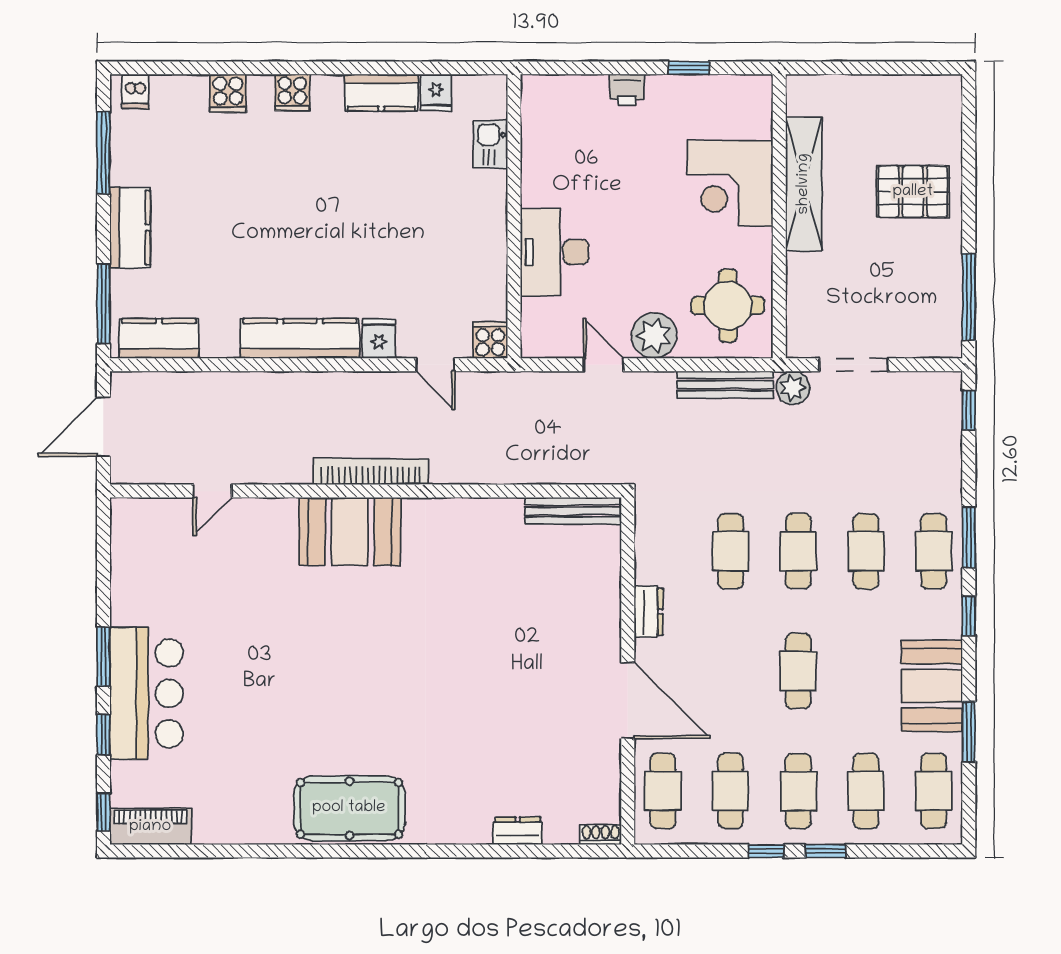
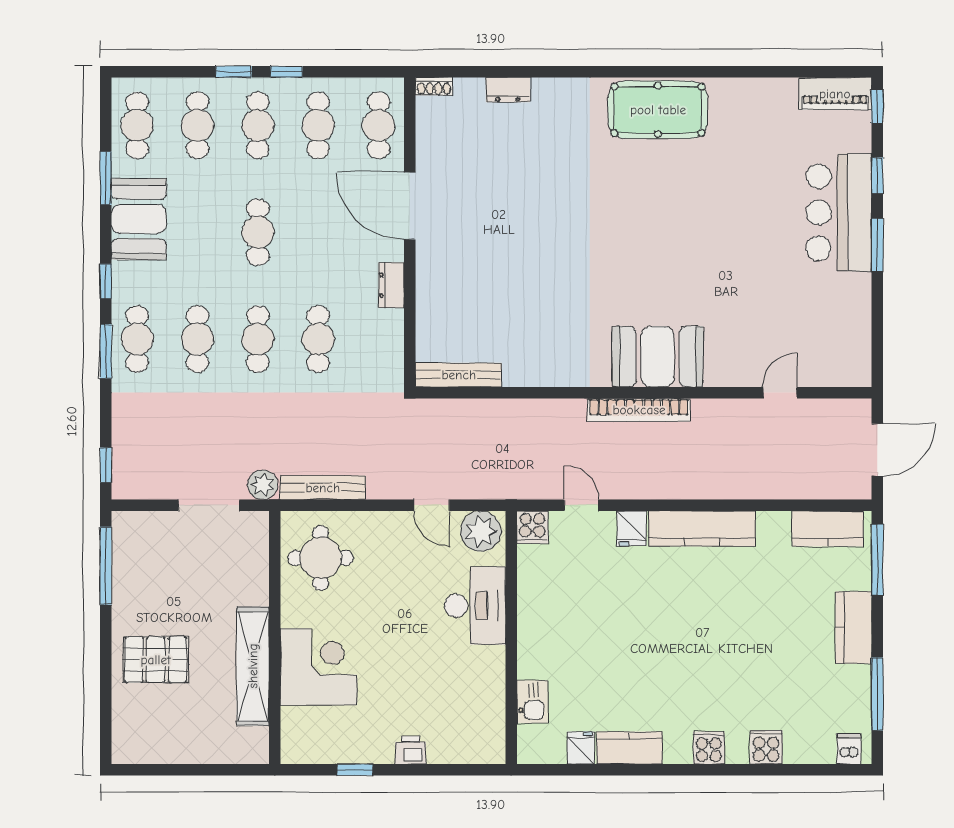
plant: (654, 336) -> (481, 531), moved

